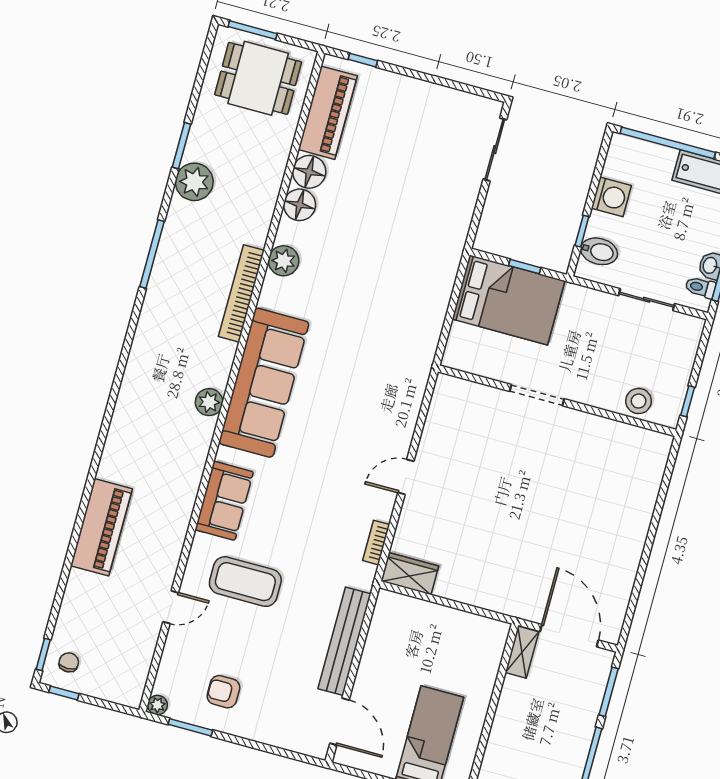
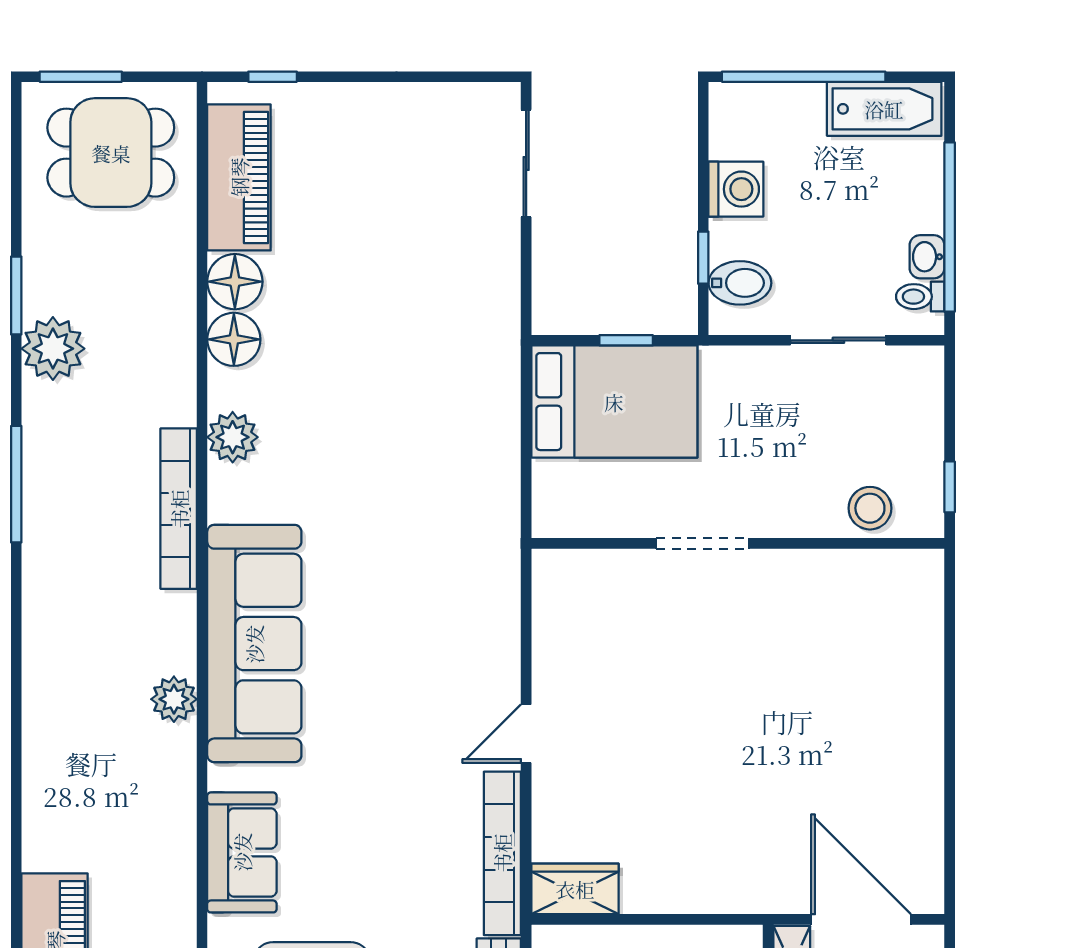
bookcase: (376, 543) -> (502, 853), width x2.31, depth x1.31

